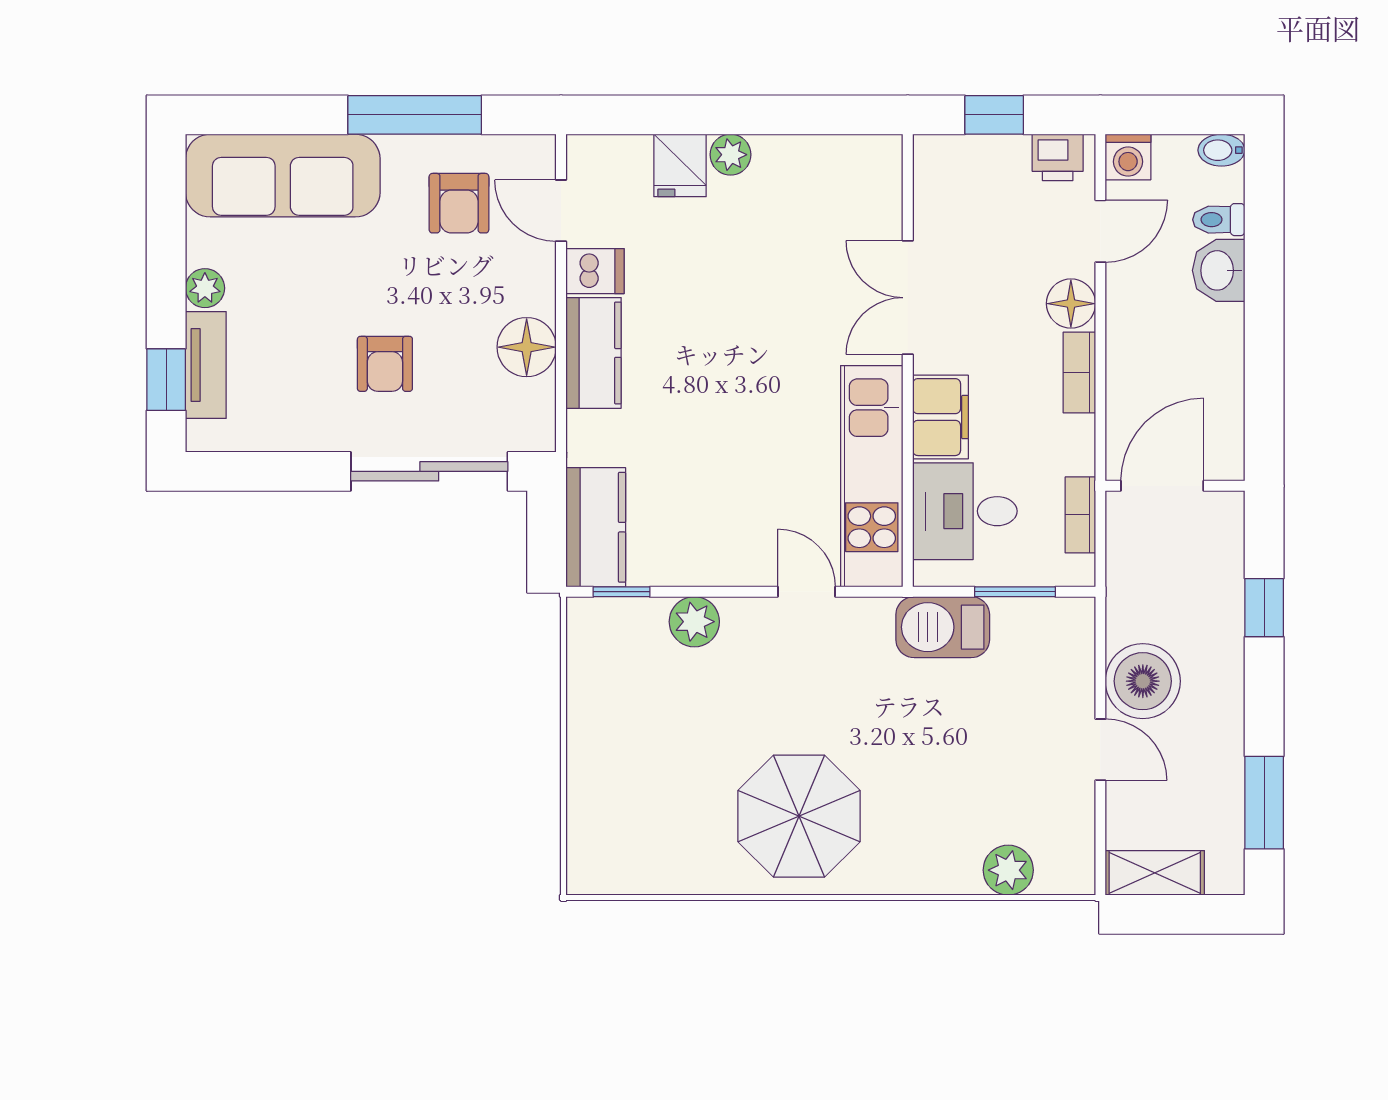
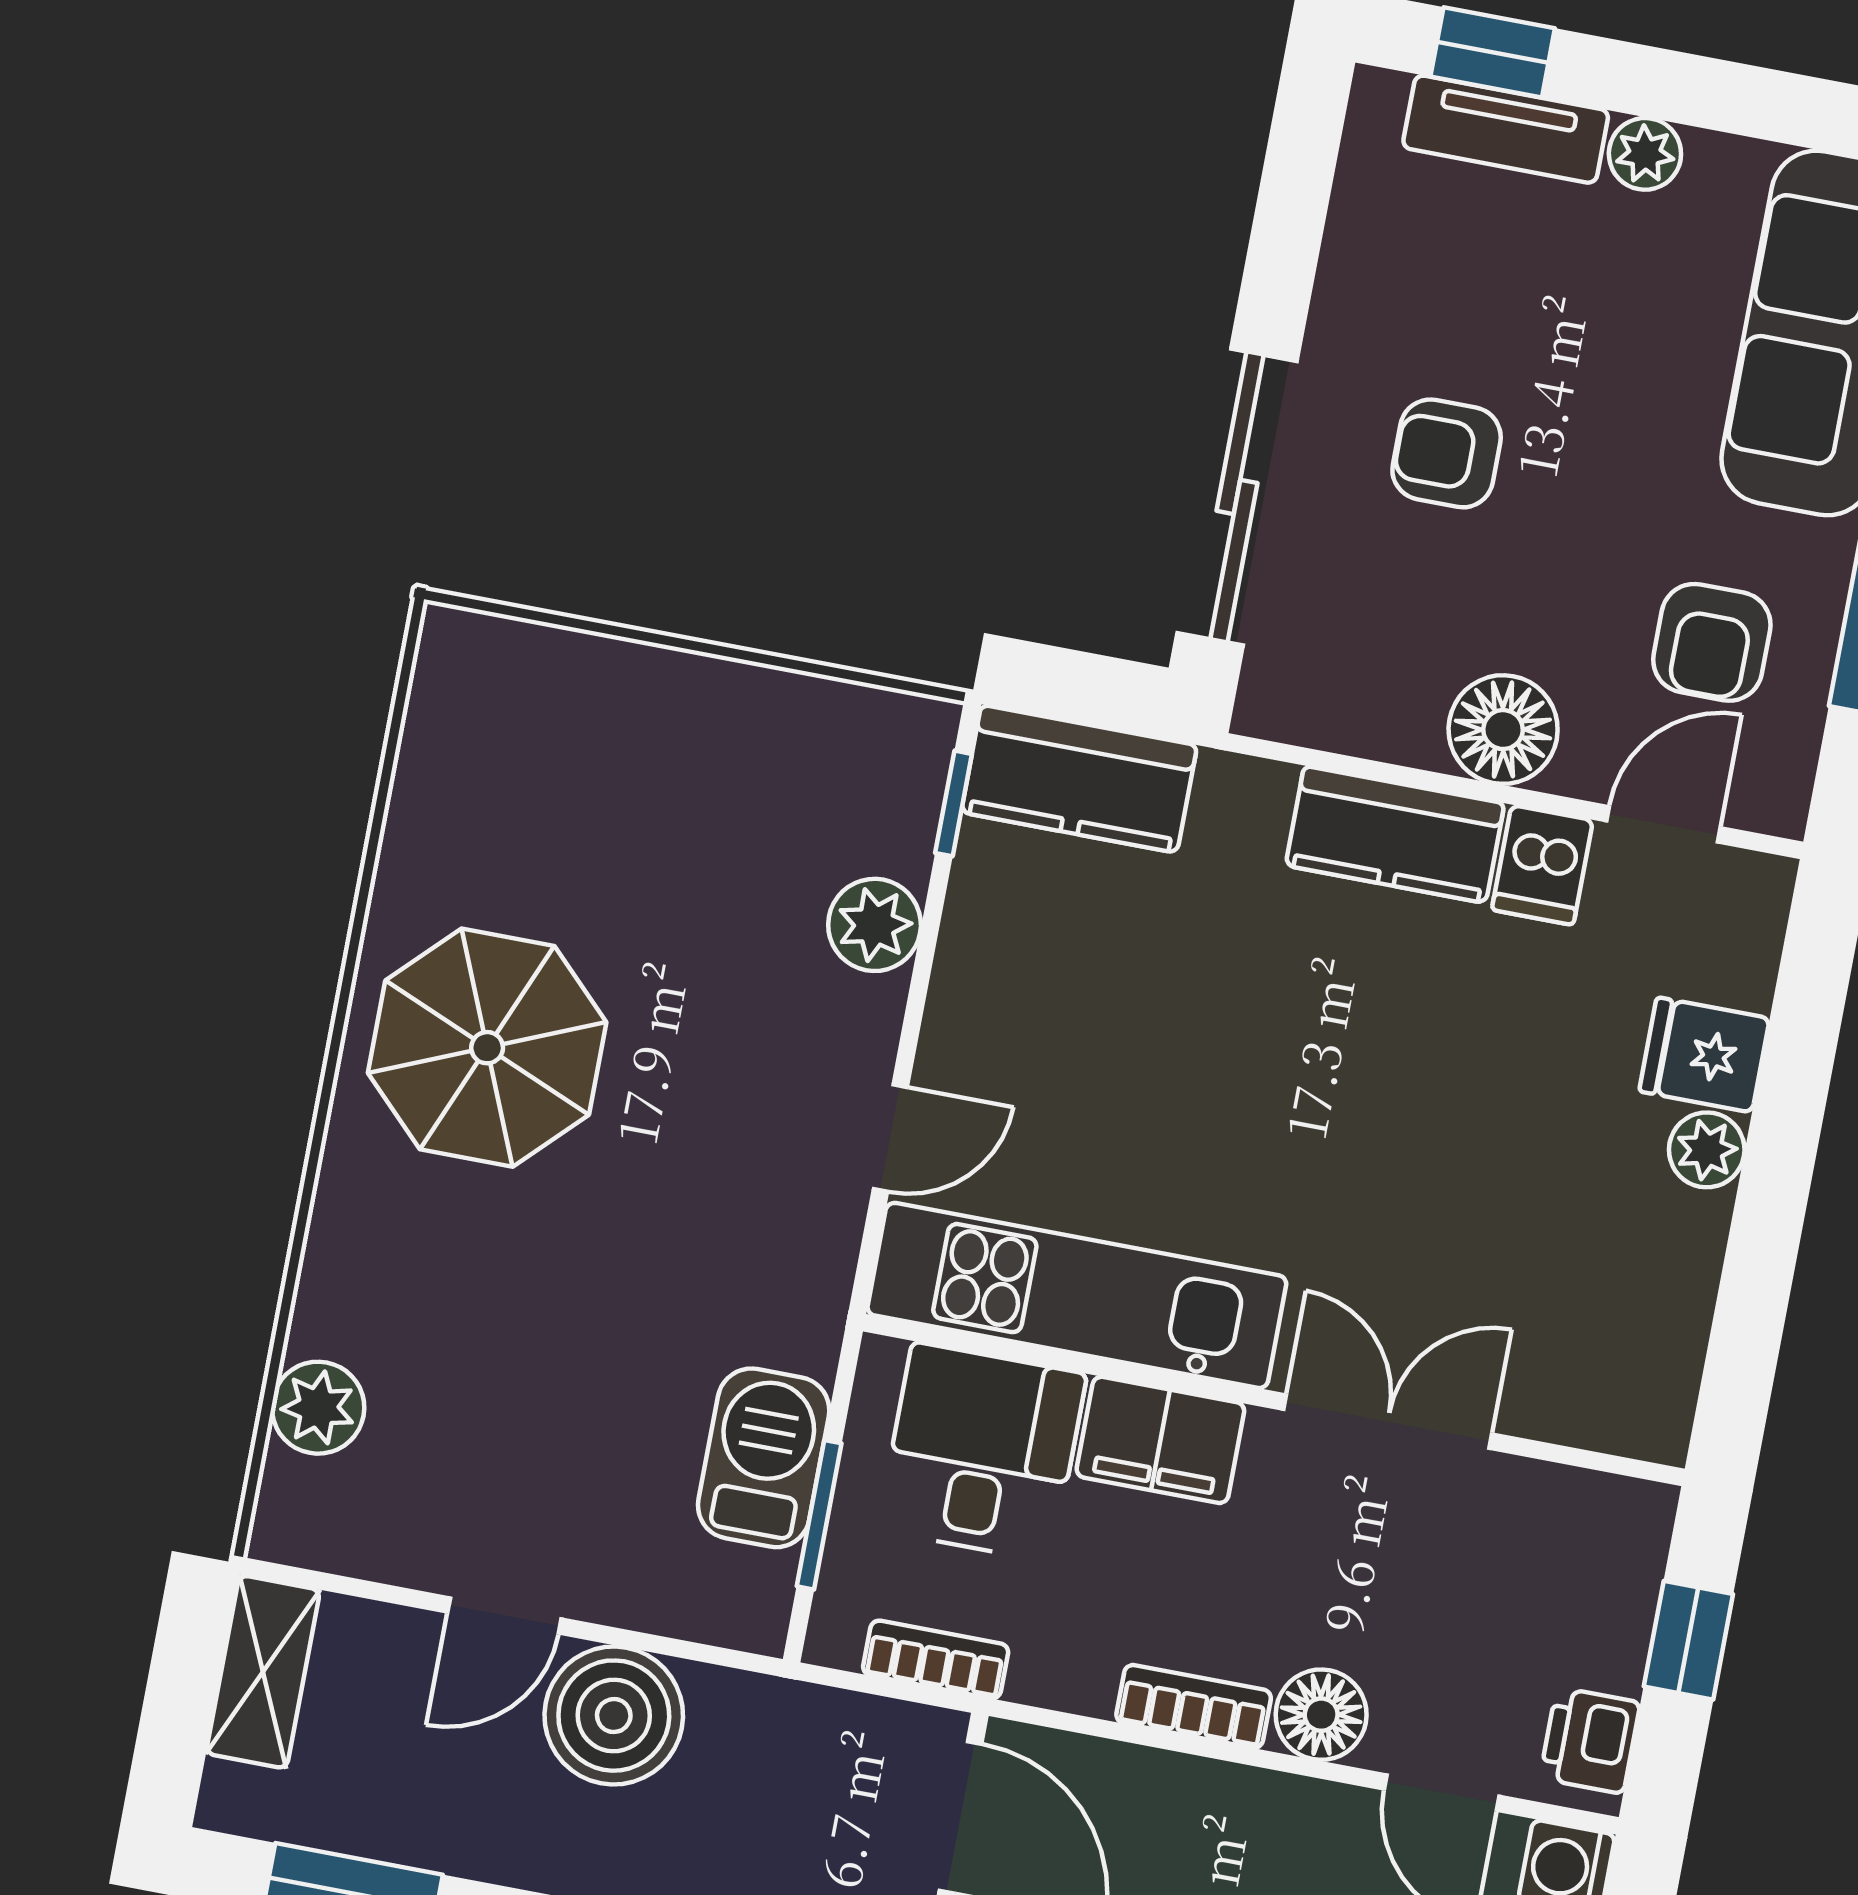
armchair: (459, 203) -> (1712, 642), turned -90
floor lamp: (527, 347) -> (1503, 730), moved
barbecue: (943, 627) -> (764, 1458), moved

